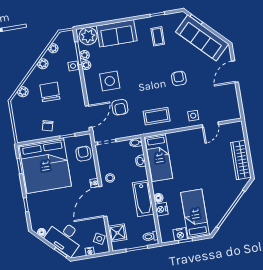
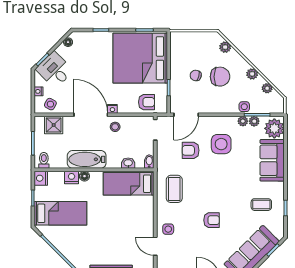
door: (89, 116) -> (186, 115), hinge flipped
chair: (48, 126) -> (196, 75), moved
nightstand: (180, 234) -> (41, 178), moved
desk: (65, 237) -> (55, 70), width x0.73

